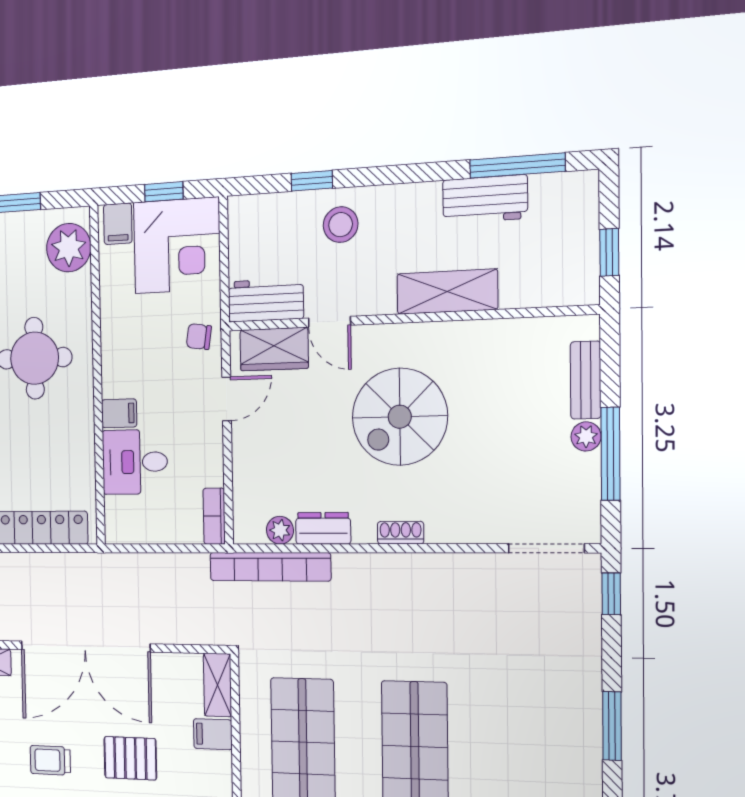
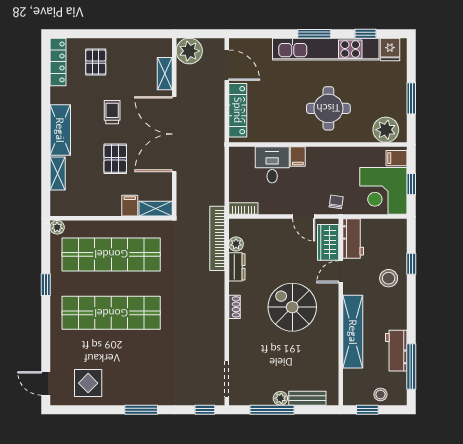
stool: (577, 227) -> (380, 394), added
shelving: (447, 292) -> (353, 332), width x1.47

